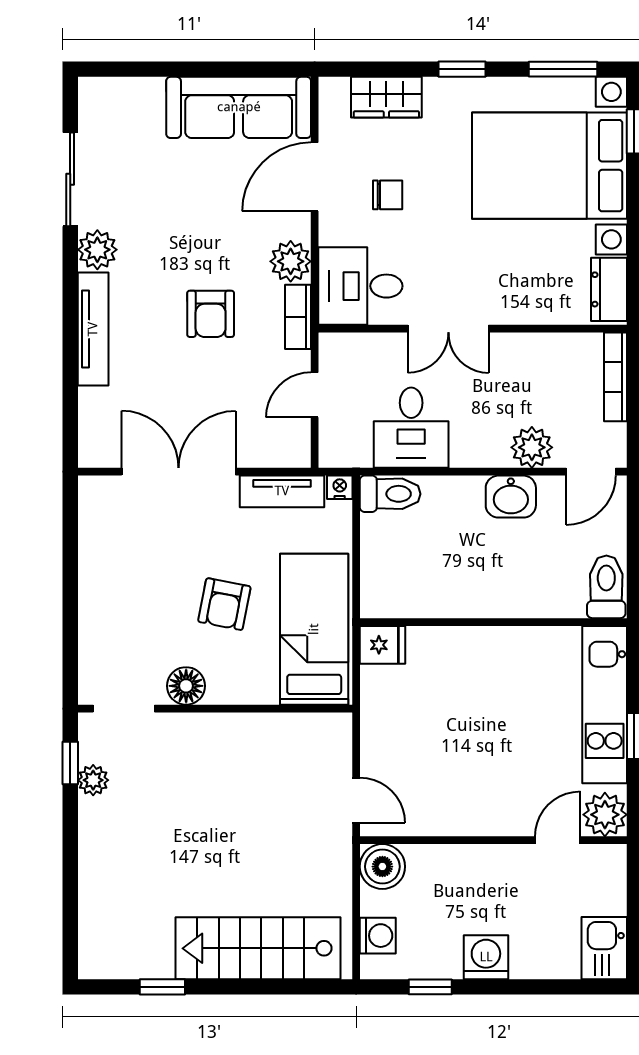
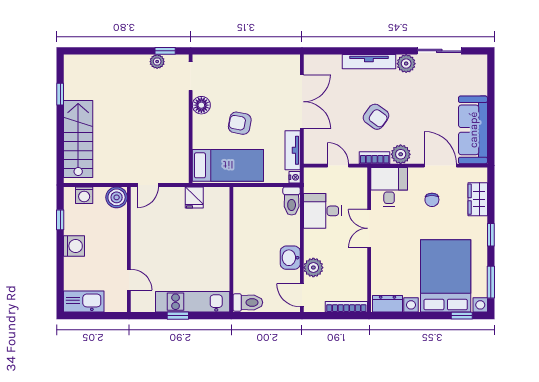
armchair: (211, 314) -> (376, 117), turned -144
fridge: (383, 645) -> (194, 197), moved
plant: (605, 815) -> (141, 302), removed
kitchen sink: (604, 948) -> (84, 302), width x1.38

